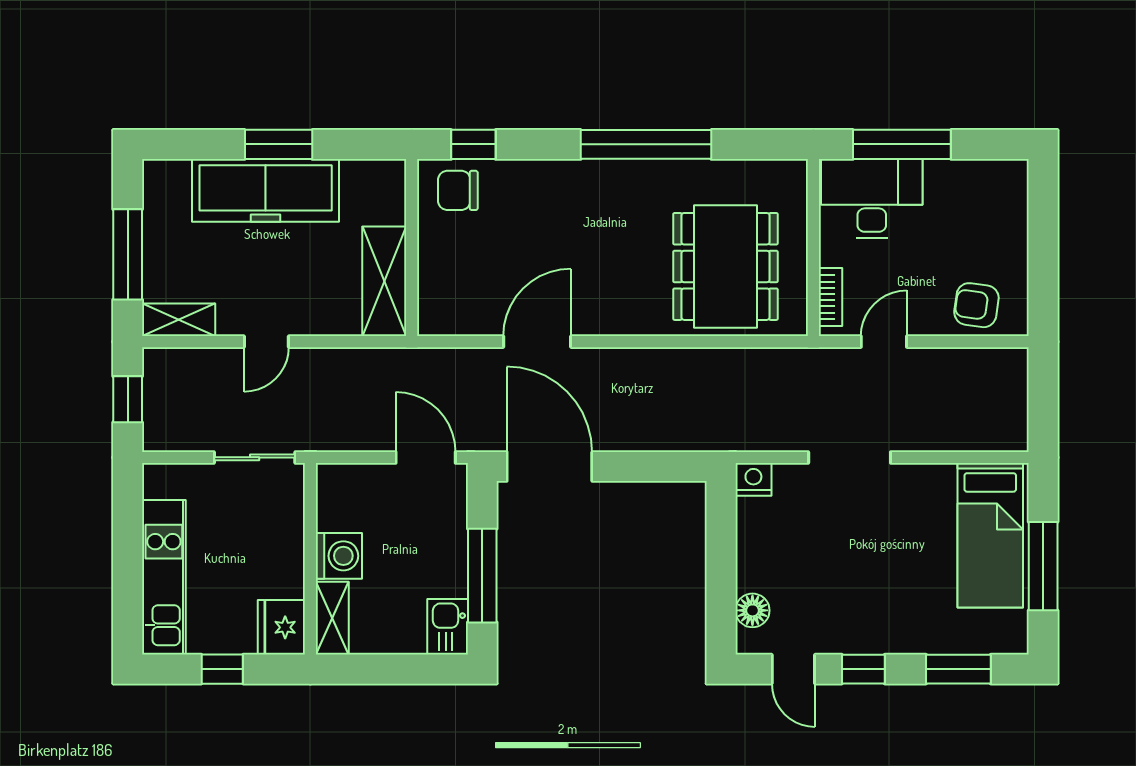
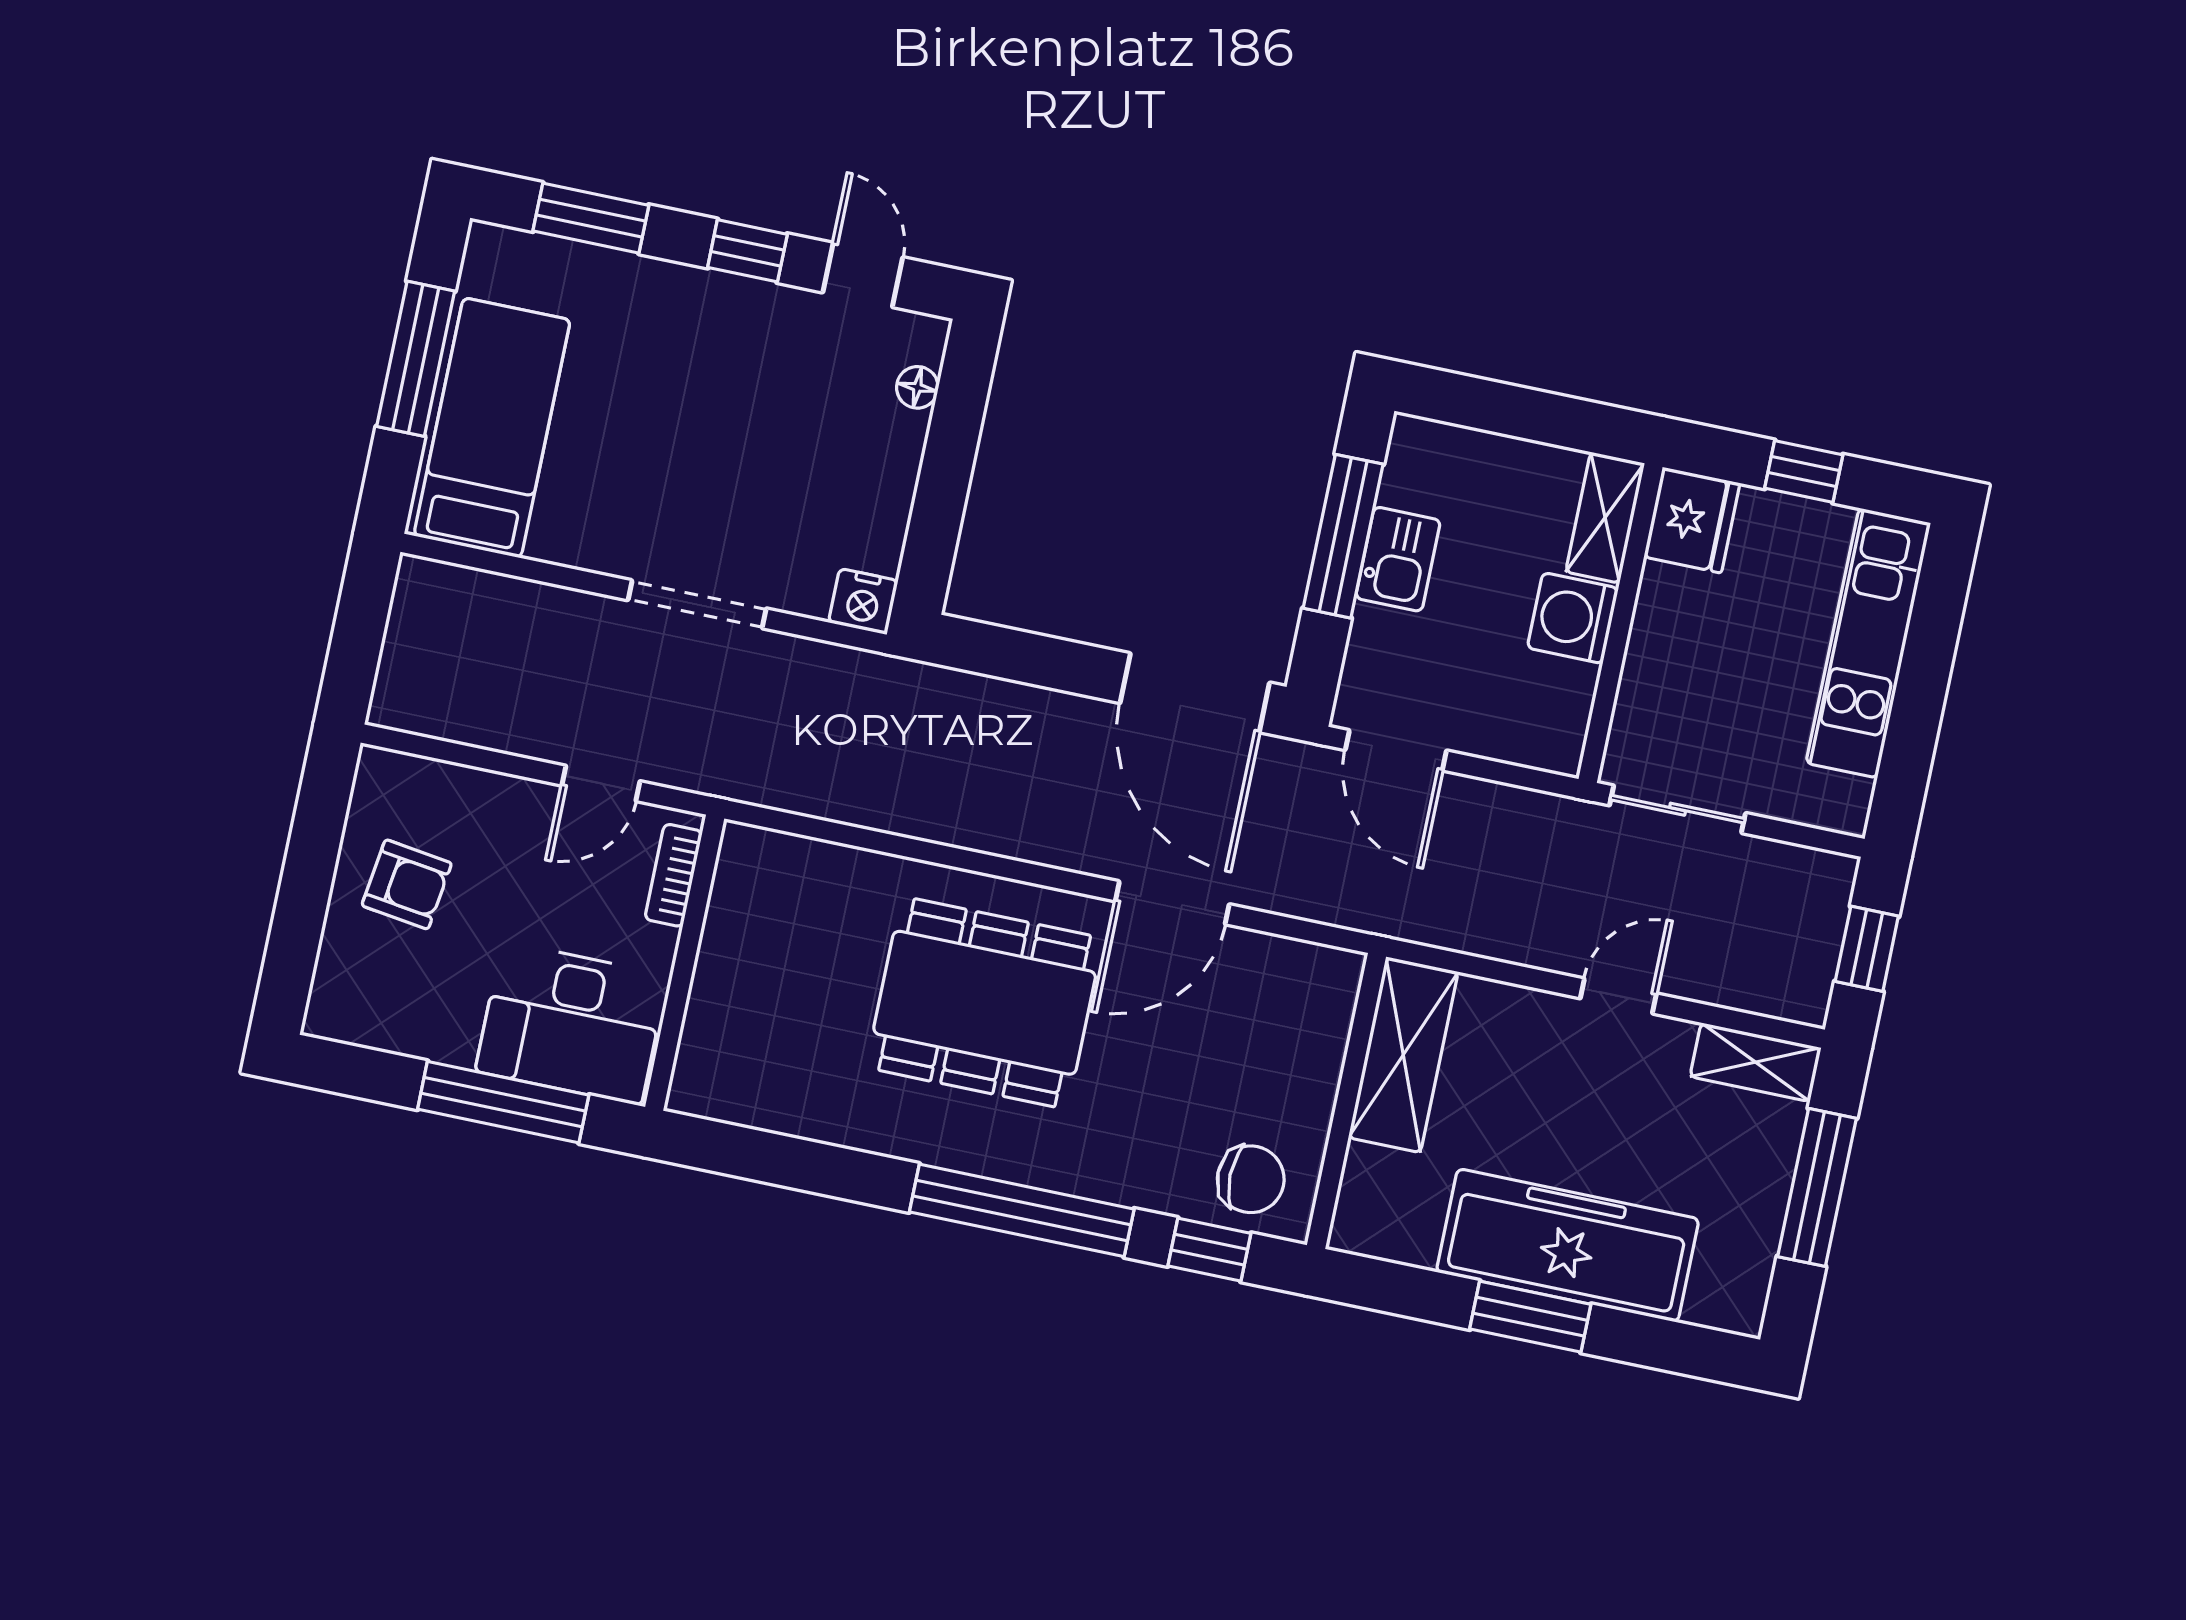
window: (646, 144) -> (1022, 1210), moved
dining table: (725, 266) -> (985, 1003), moved, turned 90
armchair: (976, 305) -> (407, 884), moved
floor lamp: (752, 610) -> (917, 387), width x0.73, depth x0.73
kitchen sink: (448, 627) -> (1398, 559), moved

